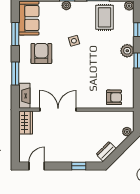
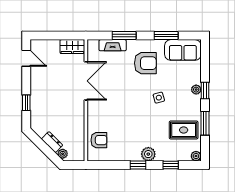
fireplace: (24, 96) -> (113, 45), moved
armchair: (114, 97) -> (99, 140), turned -90
dresser: (106, 151) -> (52, 142), moved

